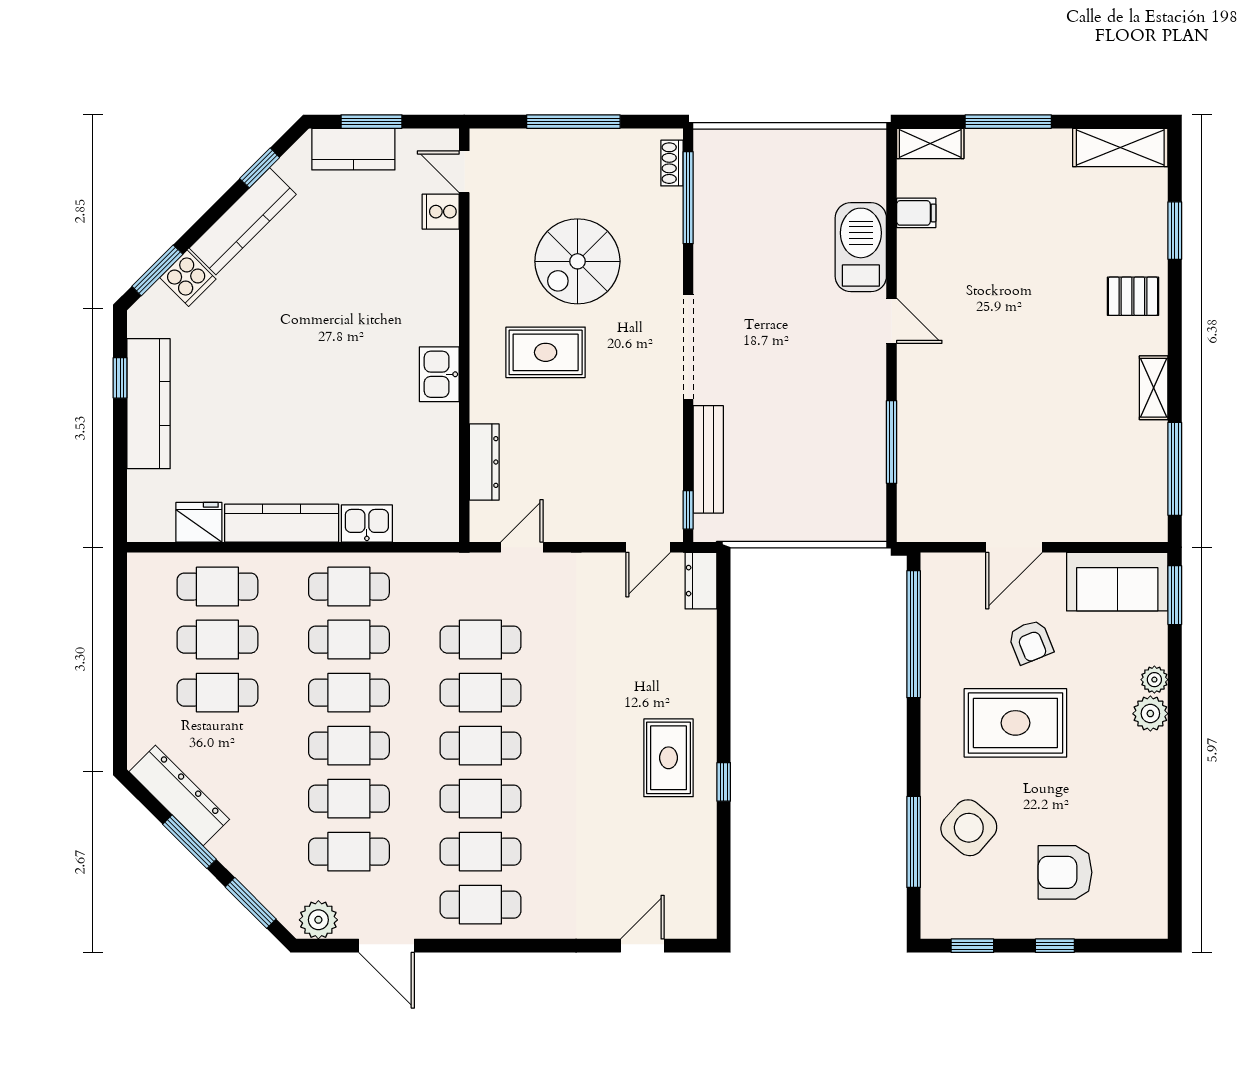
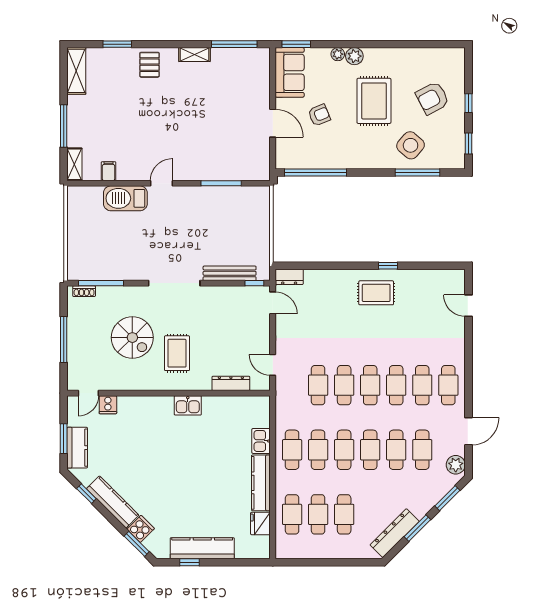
rug: (1015, 723) -> (374, 101), moved
armchair: (1065, 872) -> (432, 98), turned 62

